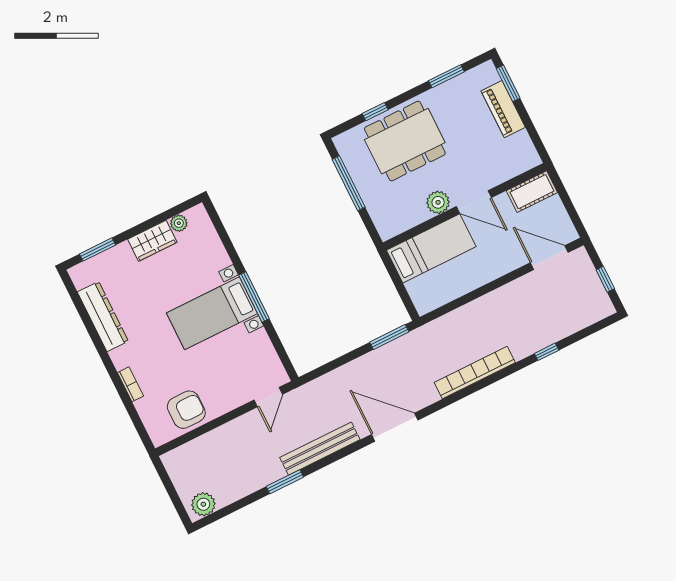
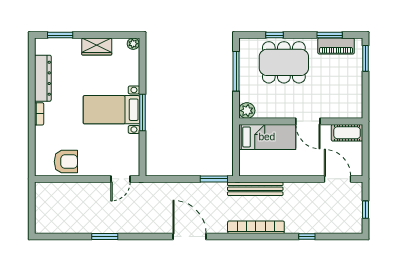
piano: (503, 109) -> (336, 46), moved, turned -90
plant: (438, 202) -> (247, 111), moved
plant: (179, 223) -> (133, 44), moved
bookcase: (130, 384) -> (39, 114), moved
bench: (320, 449) -> (255, 189), moved
plant: (203, 504) -> (47, 225), removed

